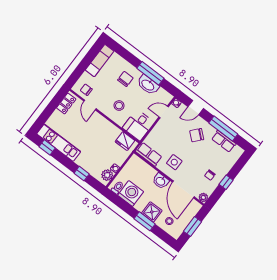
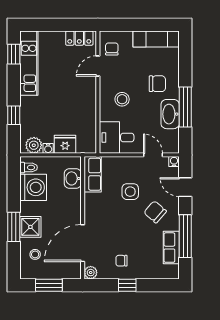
fridge: (125, 141) -> (65, 144), moved, turned 90
side table: (174, 162) -> (130, 192), moved
washbasin: (161, 181) -> (73, 178), moved

